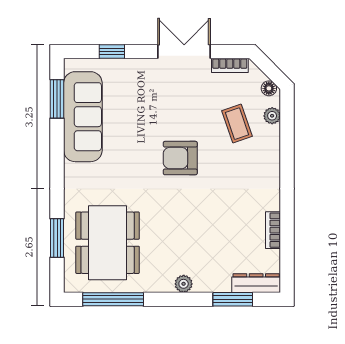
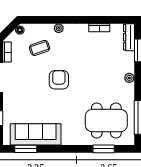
plant: (272, 116) -> (59, 28), moved
armchair: (180, 158) -> (59, 80), turned 180

